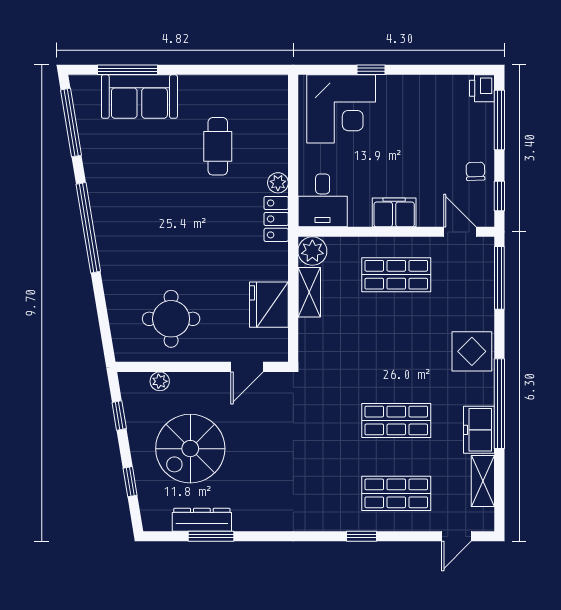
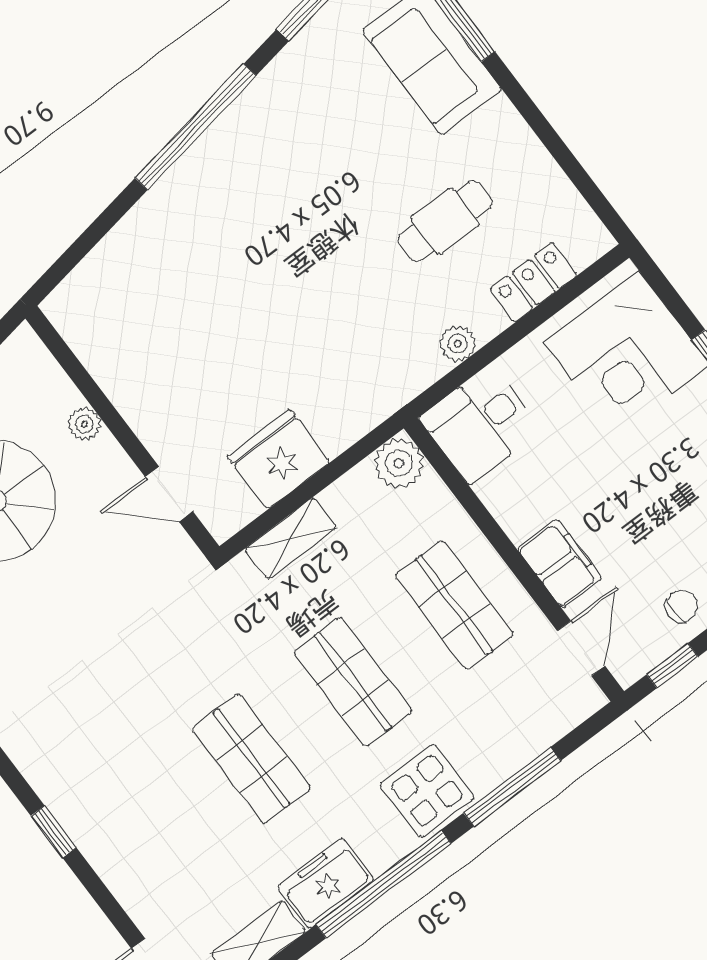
filing cabinet: (394, 212) -> (560, 564), moved
locker: (276, 219) -> (533, 282), moved
window: (499, 278) -> (512, 787), moved
shelving: (309, 292) -> (291, 538), moved
round table: (171, 319) -> (156, 338), removed
plant: (160, 381) -> (84, 424), moved
shop shelf: (396, 493) -> (353, 682), moved

